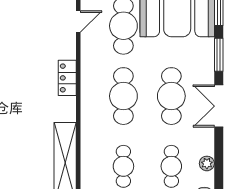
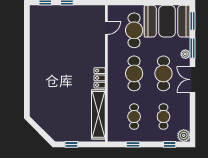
locker: (67, 78) -> (100, 78), moved
plant: (207, 163) -> (185, 54), moved

